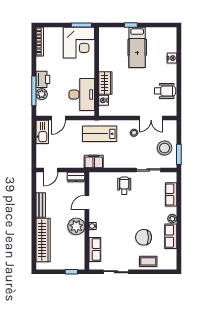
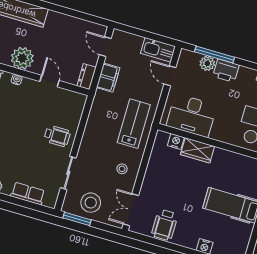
double door: (151, 118) -> (131, 210), moved
filing cabinet: (94, 161) -> (108, 78), moved
bench: (41, 205) -> (64, 20), removed

